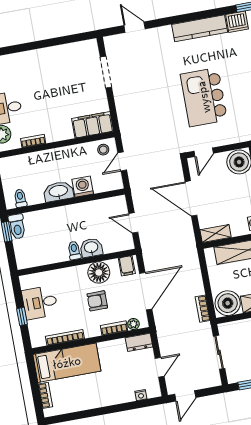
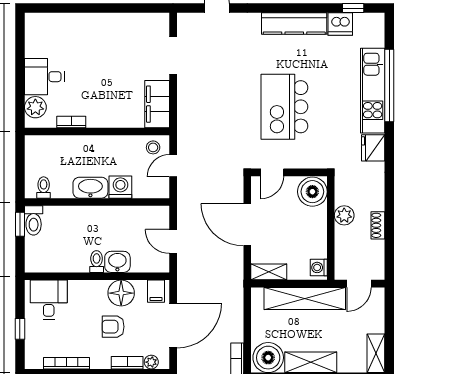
filing cabinet: (93, 125) -> (157, 104), moved, turned -90
desk: (40, 303) -> (49, 300), moved, turned 90

